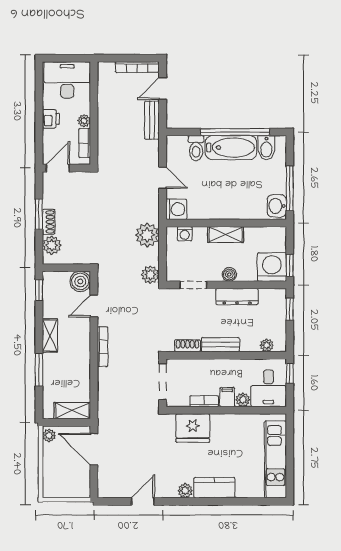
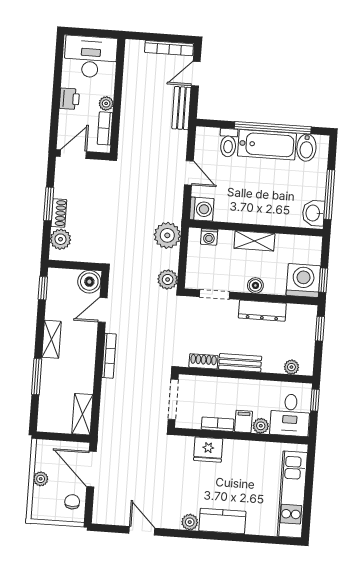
shelving: (72, 411) -> (82, 414), moved, turned 90
fridge: (193, 428) -> (208, 450), width x0.73, depth x0.75
plant: (49, 435) -> (41, 479), moved
chair: (79, 480) -> (72, 502), added
door: (143, 501) -> (142, 531), hinge flipped

